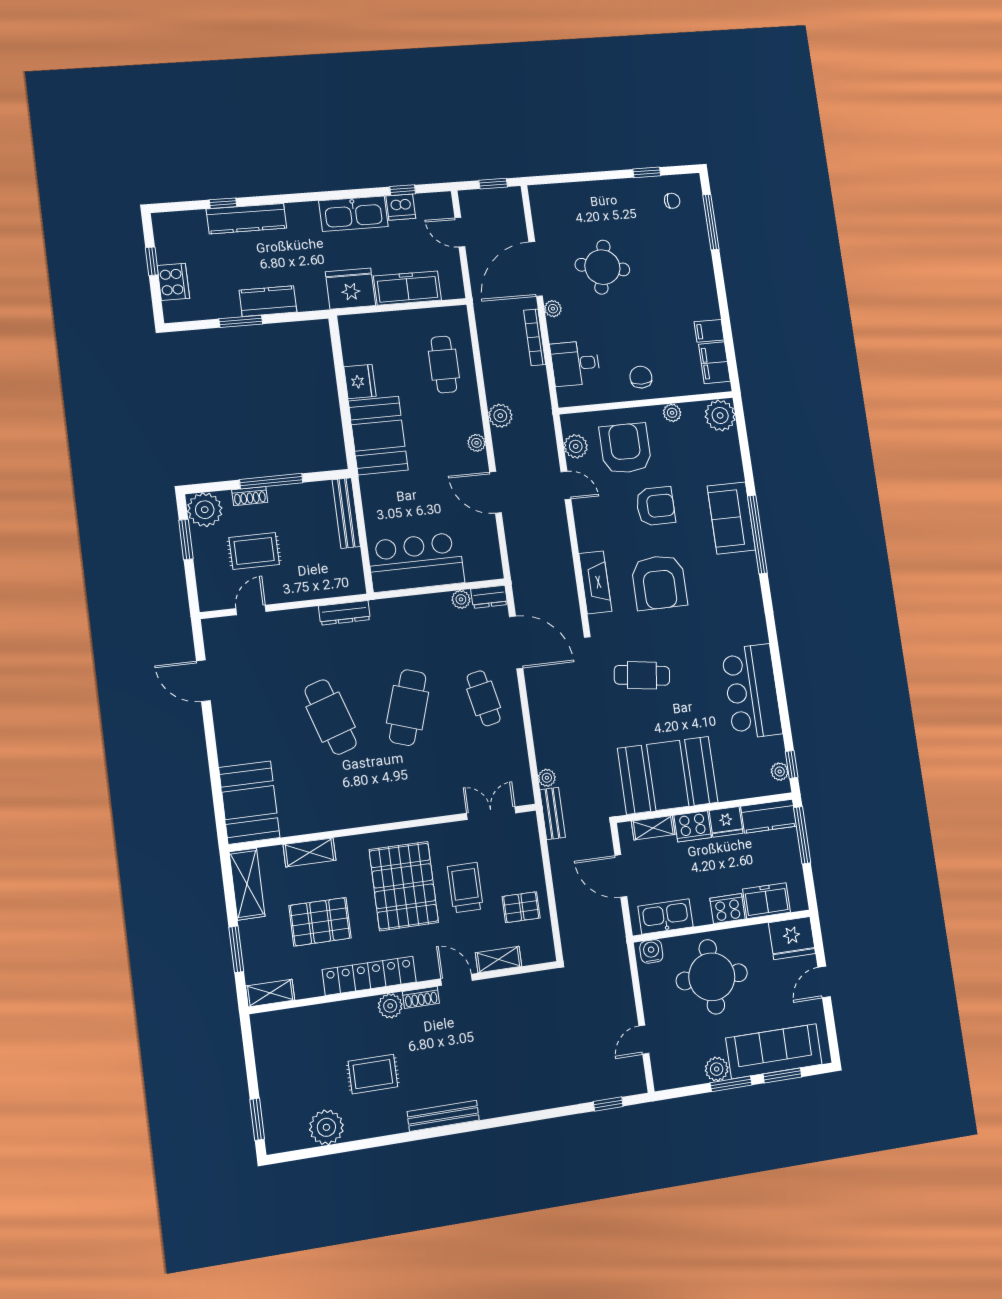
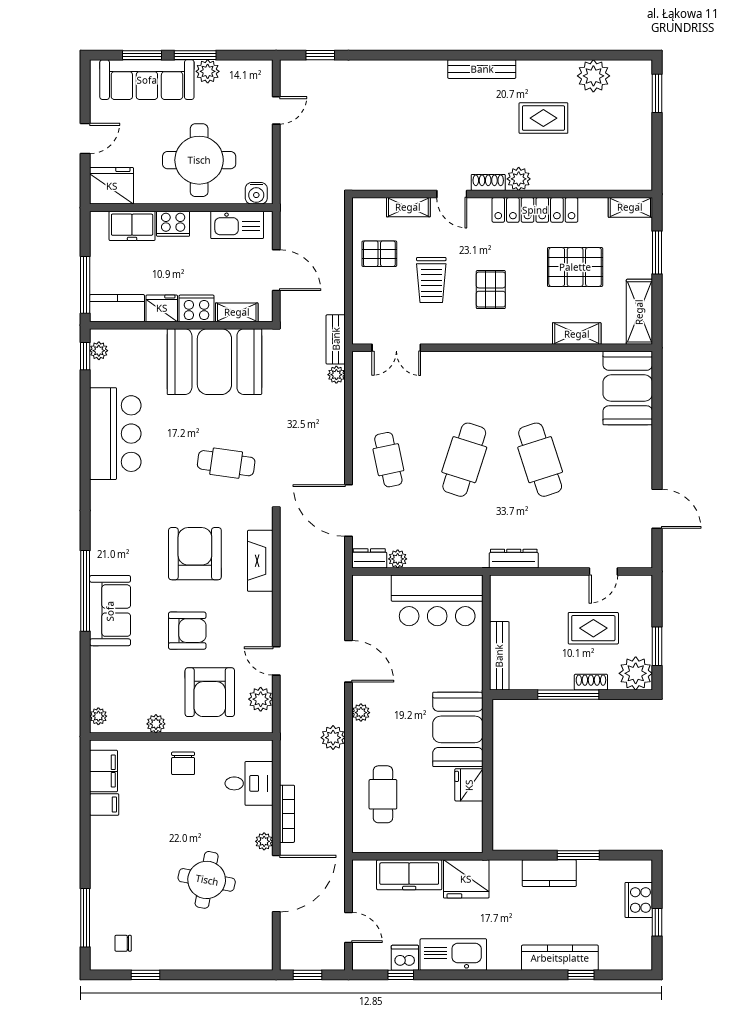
plant: (720, 415) -> (98, 716), width x0.53, depth x0.53
armchair: (656, 506) -> (187, 631), turned 180
pallet: (404, 886) -> (491, 290), width x0.49, depth x0.50

